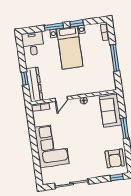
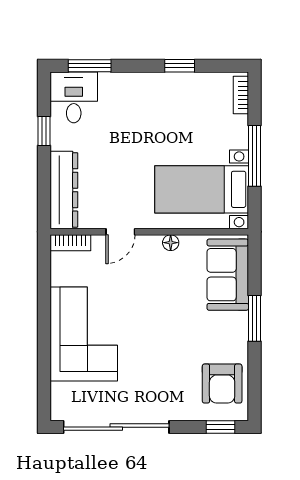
window: (54, 27) -> (90, 66), moved
bed with nightstands: (70, 48) -> (202, 189), moved, turned 90
window: (25, 78) -> (44, 131), moved
sliding door: (72, 184) -> (116, 427), width x1.36

